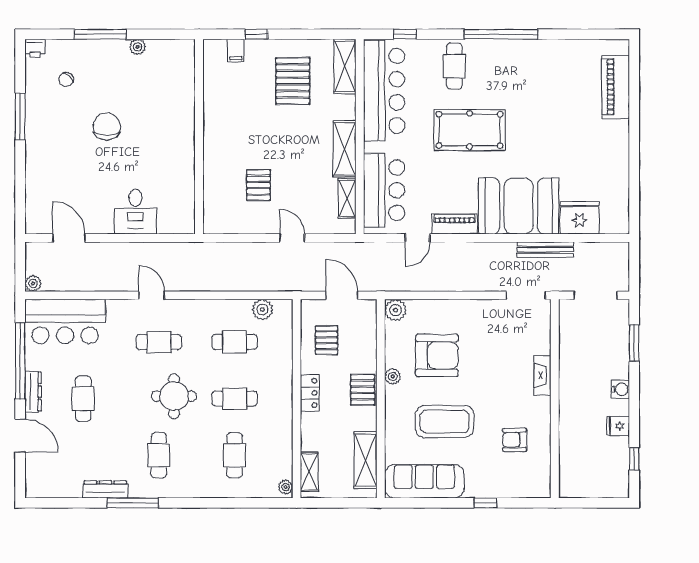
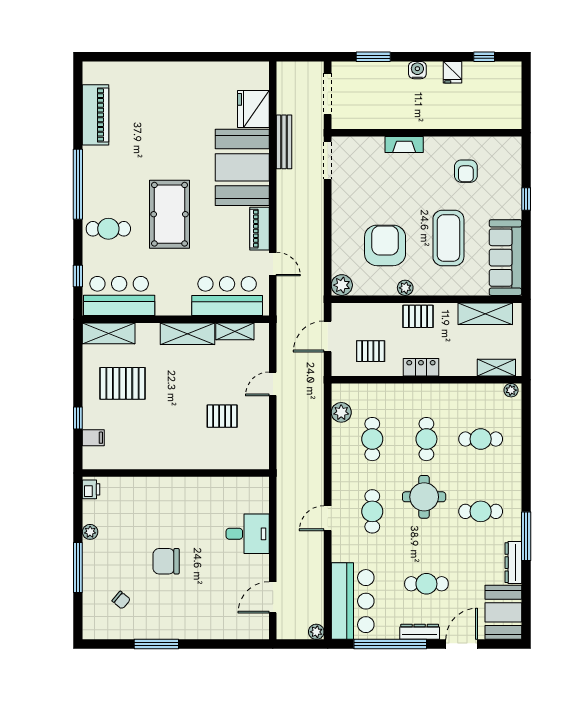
printer: (35, 48) -> (91, 489), moved
piano: (616, 87) -> (96, 115), moved, turned -90
bar counter: (384, 91) -> (119, 296), width x0.73
booth: (53, 479) -> (503, 612), added

